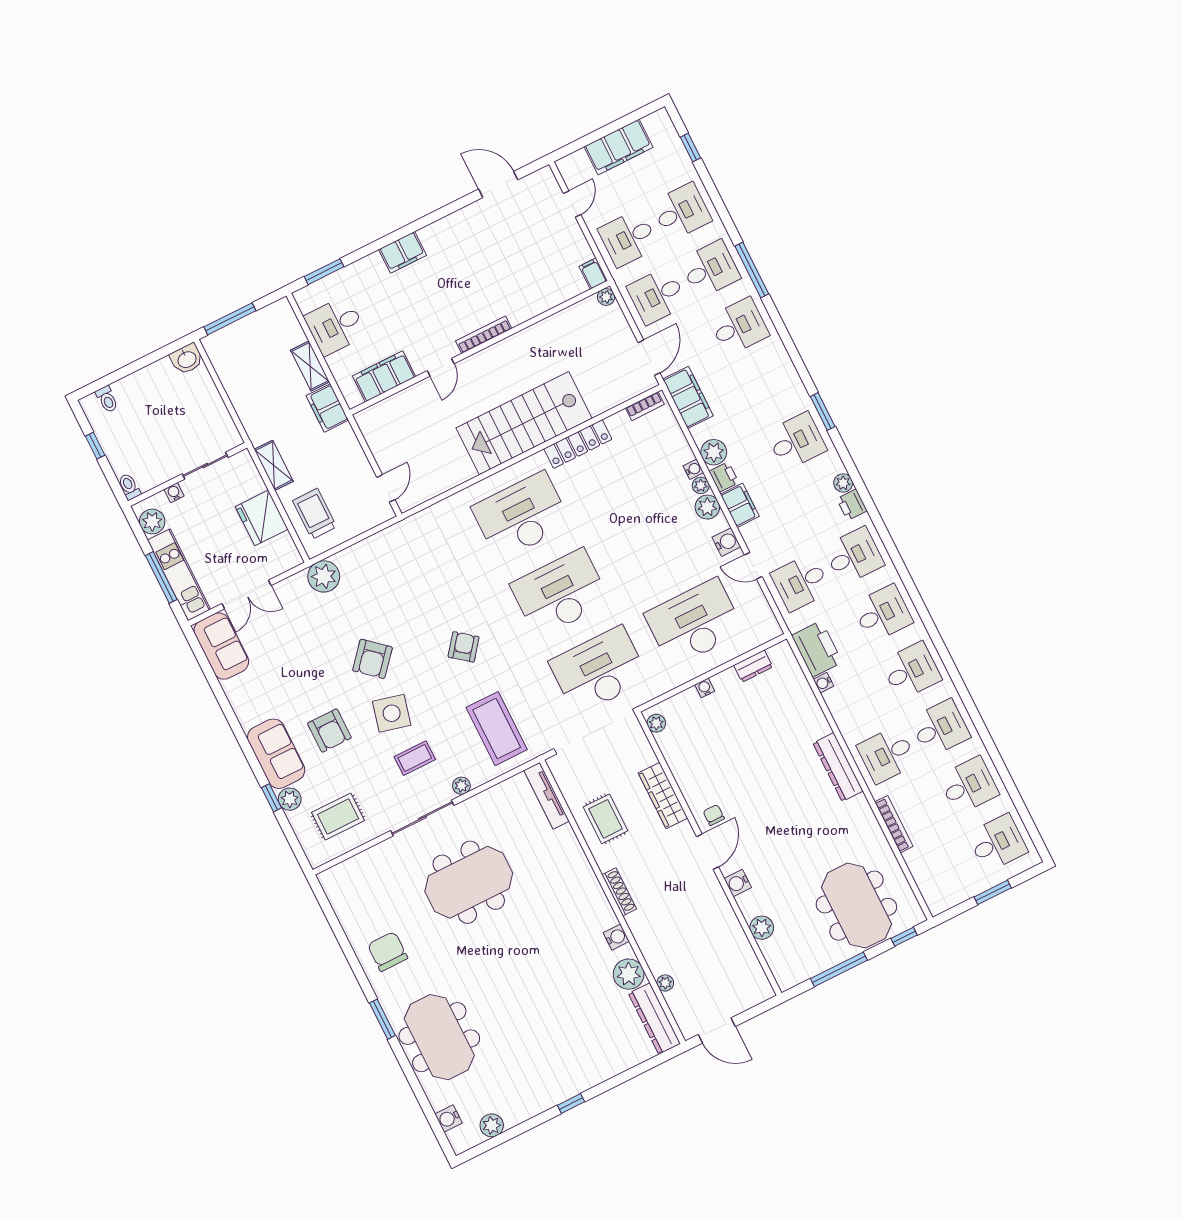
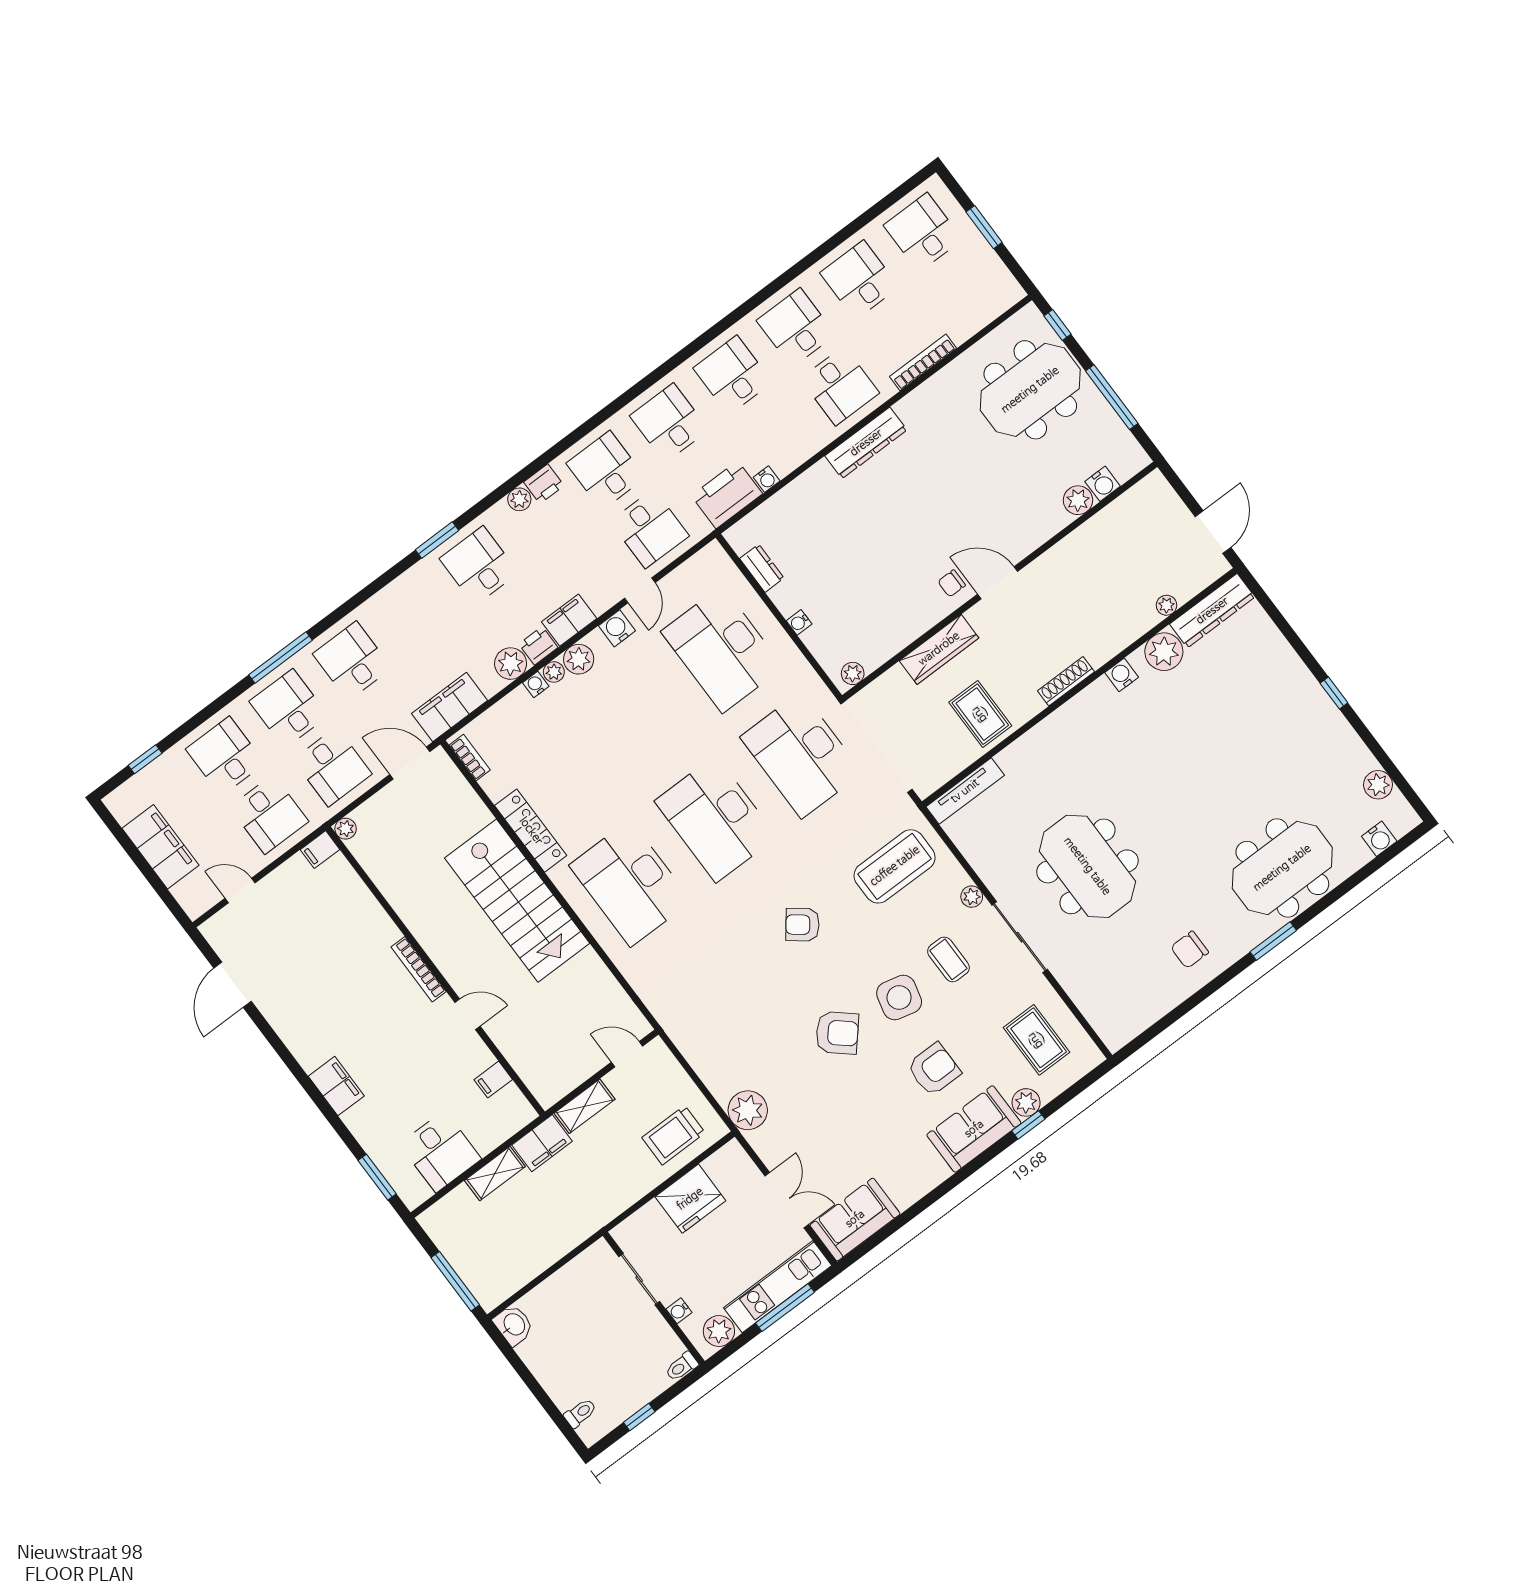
filing cabinet: (384, 376) -> (493, 1080), width x0.33, depth x0.86
shelving: (274, 465) -> (584, 1106), moved
rug: (606, 819) -> (980, 714), turned 90
water cooler: (738, 883) -> (1103, 484), moved
chair: (388, 951) -> (1190, 950), width x0.73, depth x0.73

